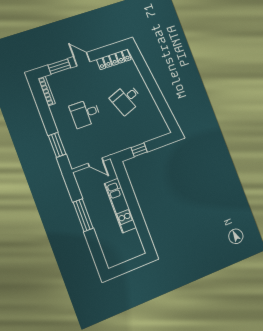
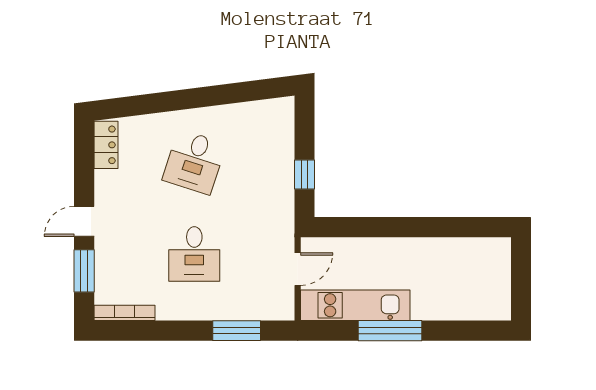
locker: (114, 59) -> (106, 145), width x0.66
desk: (126, 99) -> (194, 162), turned 39
kitchen unit: (120, 206) -> (355, 305), moved, turned 180

